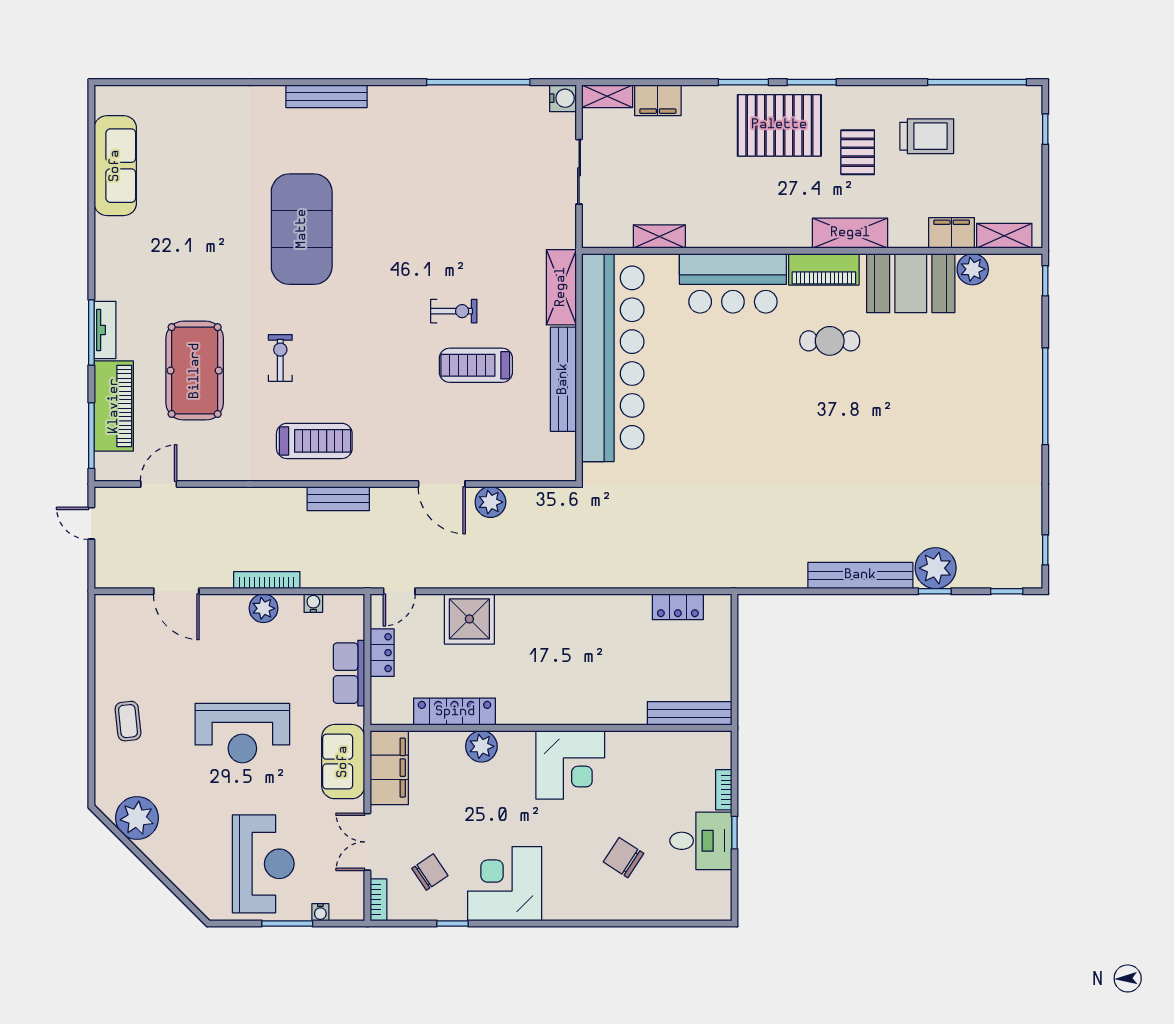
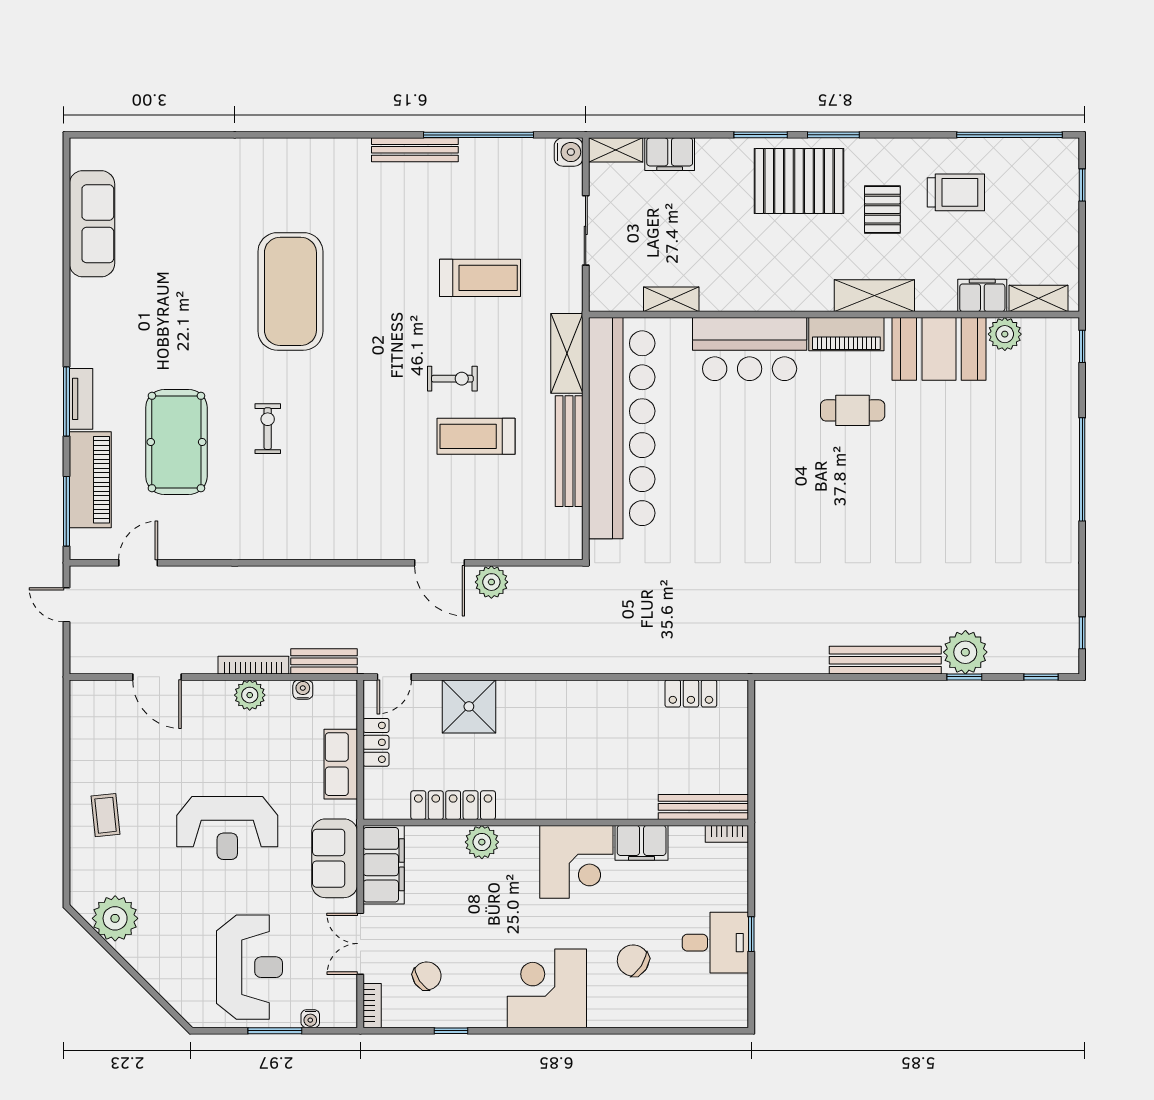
bench: (326, 96) -> (415, 150), moved
treadmill: (314, 441) -> (480, 278), moved
bench: (338, 499) -> (324, 661), moved
filing cabinet: (632, 747) -> (642, 843), added
bookcase: (724, 790) -> (727, 834), moved, turned -90
corner desk: (505, 884) -> (547, 988), moved

